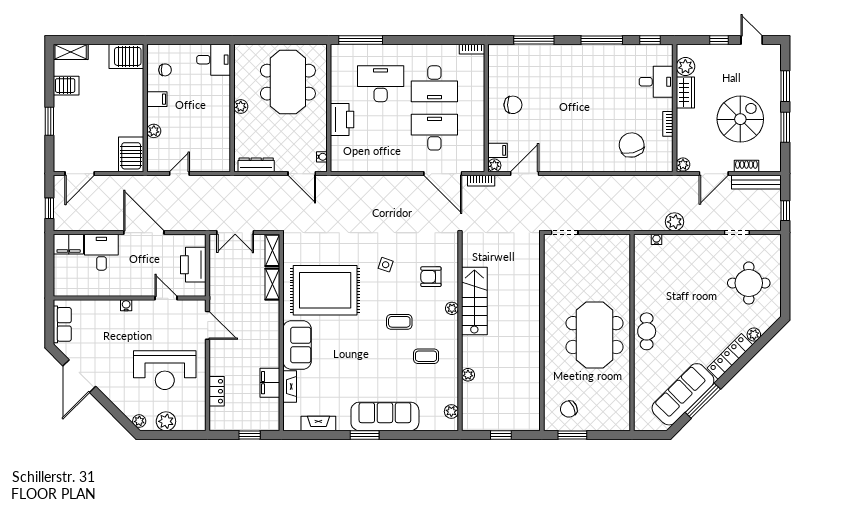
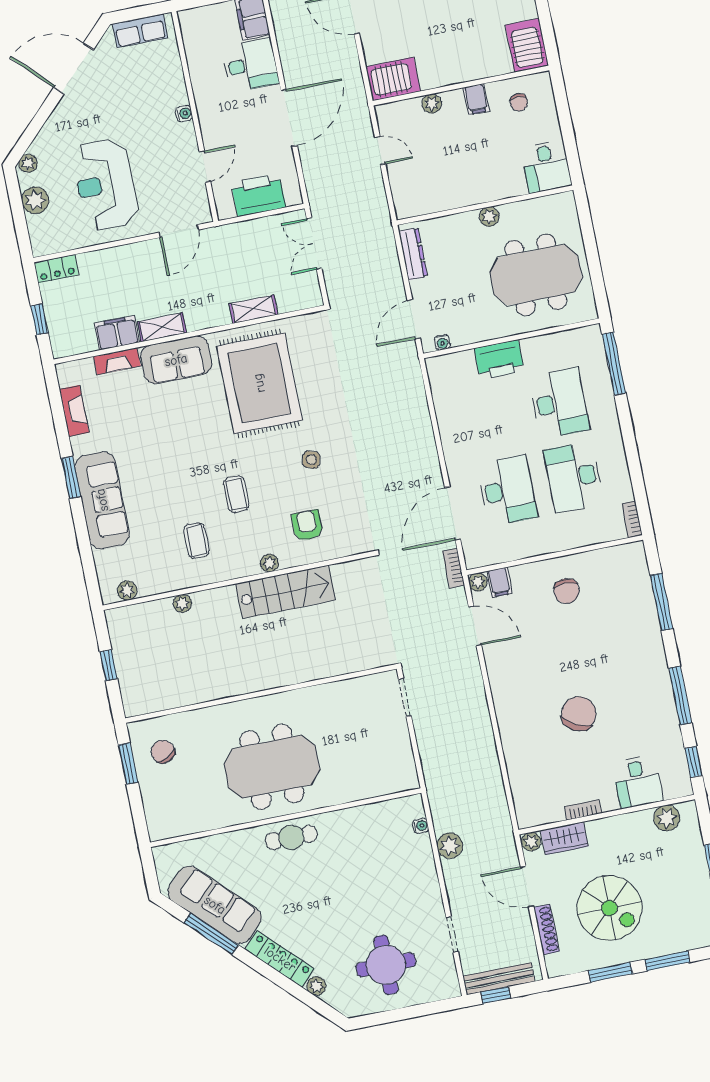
wardrobe: (685, 93) -> (564, 838), moved
chair: (632, 145) -> (579, 714), moved, turned -48
shoe rack: (746, 166) -> (546, 929), width x1.43
bench: (756, 182) -> (499, 979), moved, turned 90
shelving: (272, 250) -> (162, 327), moved
locker: (217, 391) -> (56, 269), moved

